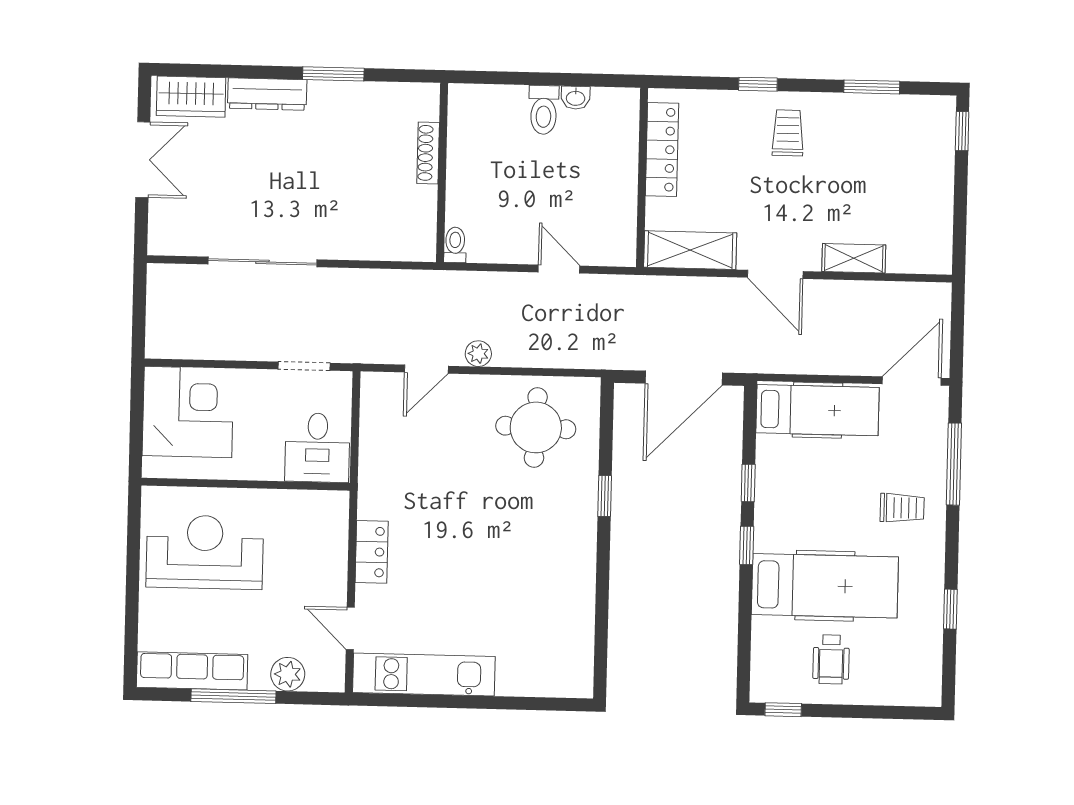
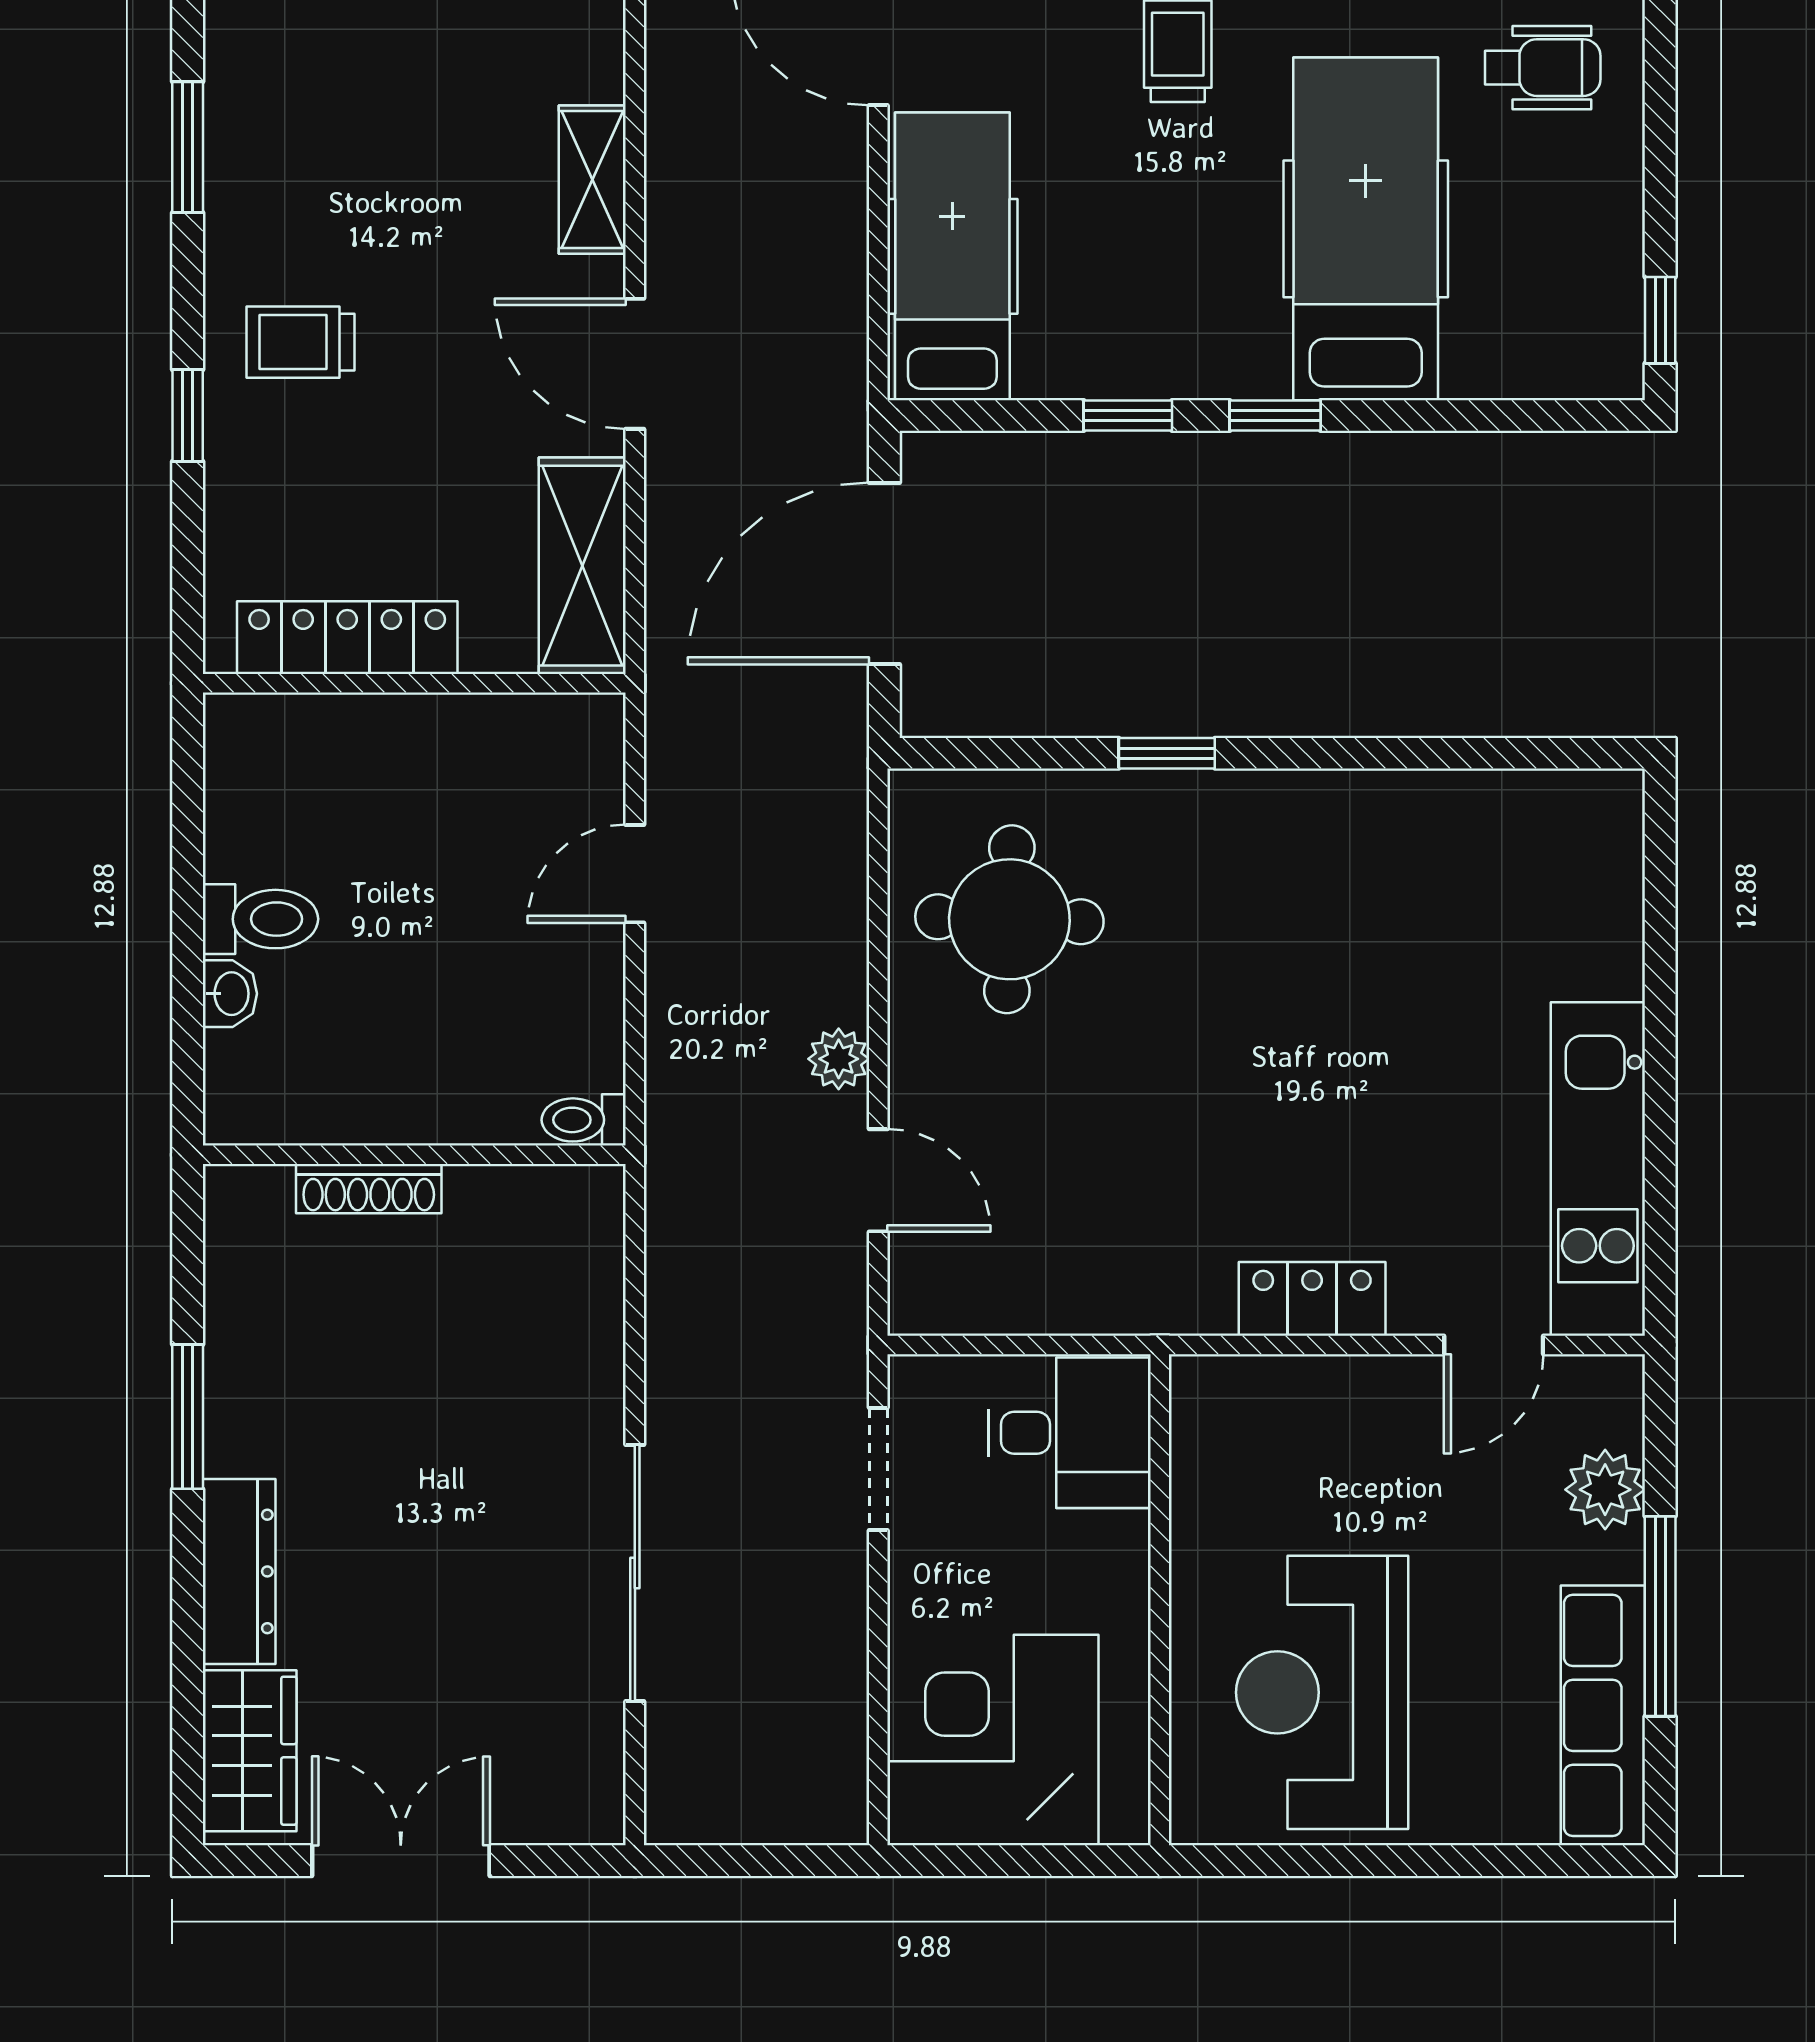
washbasin: (576, 98) -> (230, 994), moved
door: (775, 274) -> (635, 364), swing flipped
door: (684, 378) -> (884, 574), swing flipped
wheelchair: (831, 659) -> (1543, 68), moved

